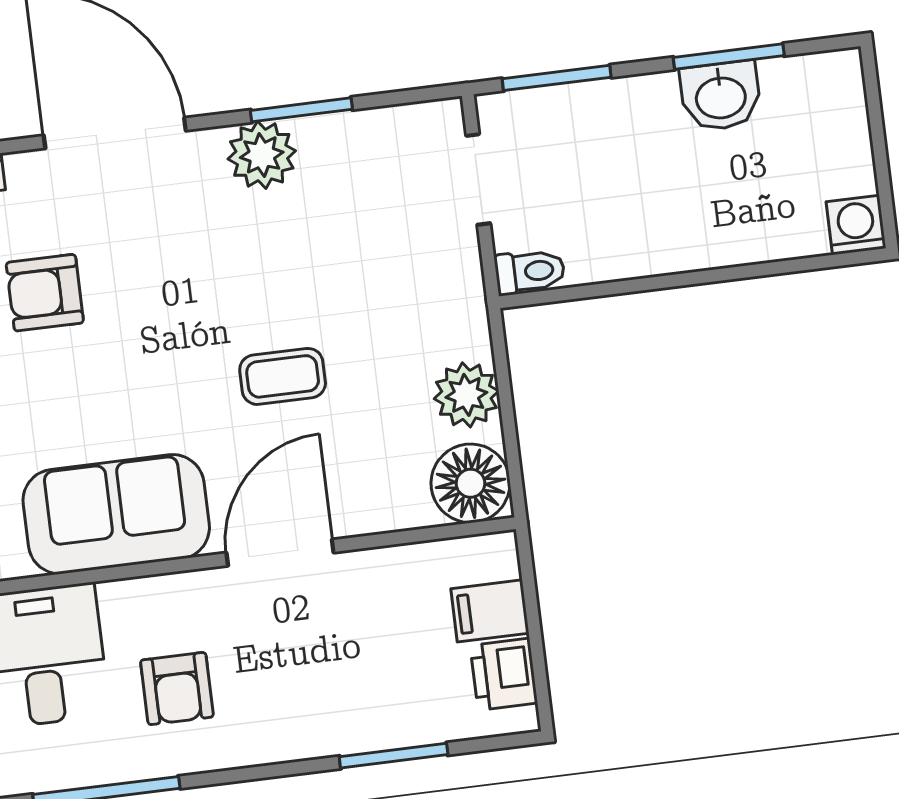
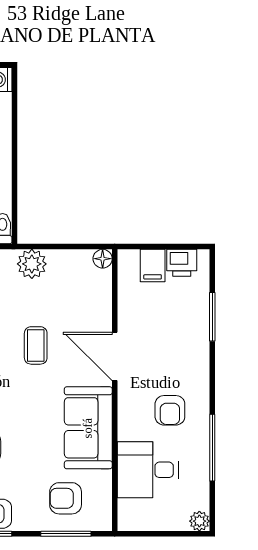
plant: (466, 395) -> (32, 264), moved
floor lamp: (470, 483) -> (103, 259), width x0.53, depth x0.53
armchair: (177, 689) -> (170, 410), turned 90

